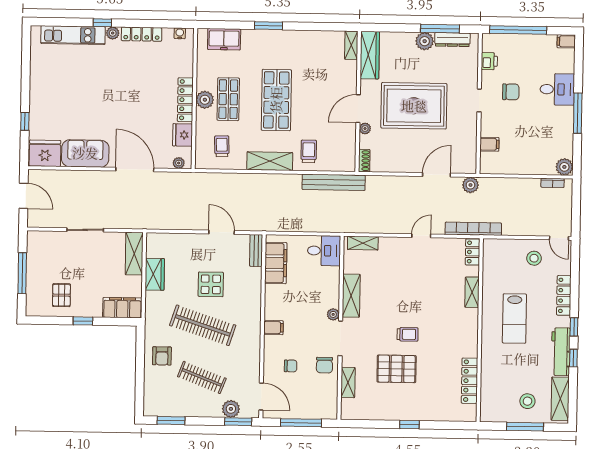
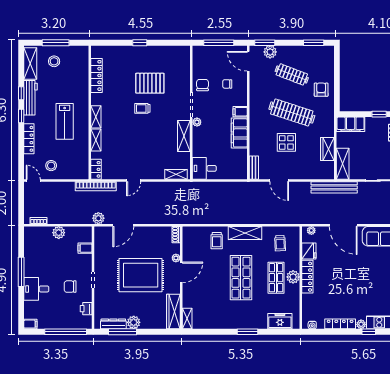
plant: (564, 167) -> (59, 233), moved
bench: (334, 182) -> (334, 187), moved
filing cabinet: (276, 263) -> (239, 133), moved
lab bench: (514, 319) -> (65, 121), turned 180
shelving: (348, 383) -> (96, 117), moved

